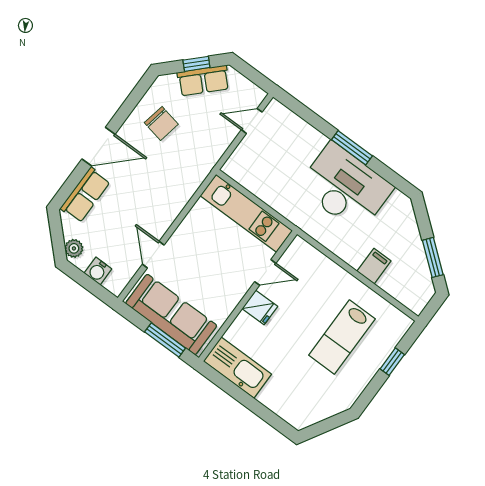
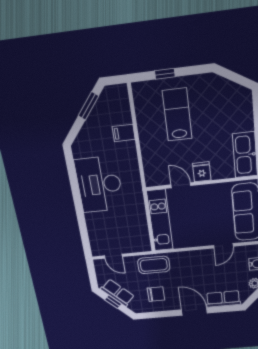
chair: (161, 123) -> (156, 294), turned 79
window: (352, 148) -> (77, 199), removed
coffee table: (200, 156) -> (154, 265), added
lab bench: (342, 337) -> (177, 115), turned -90

